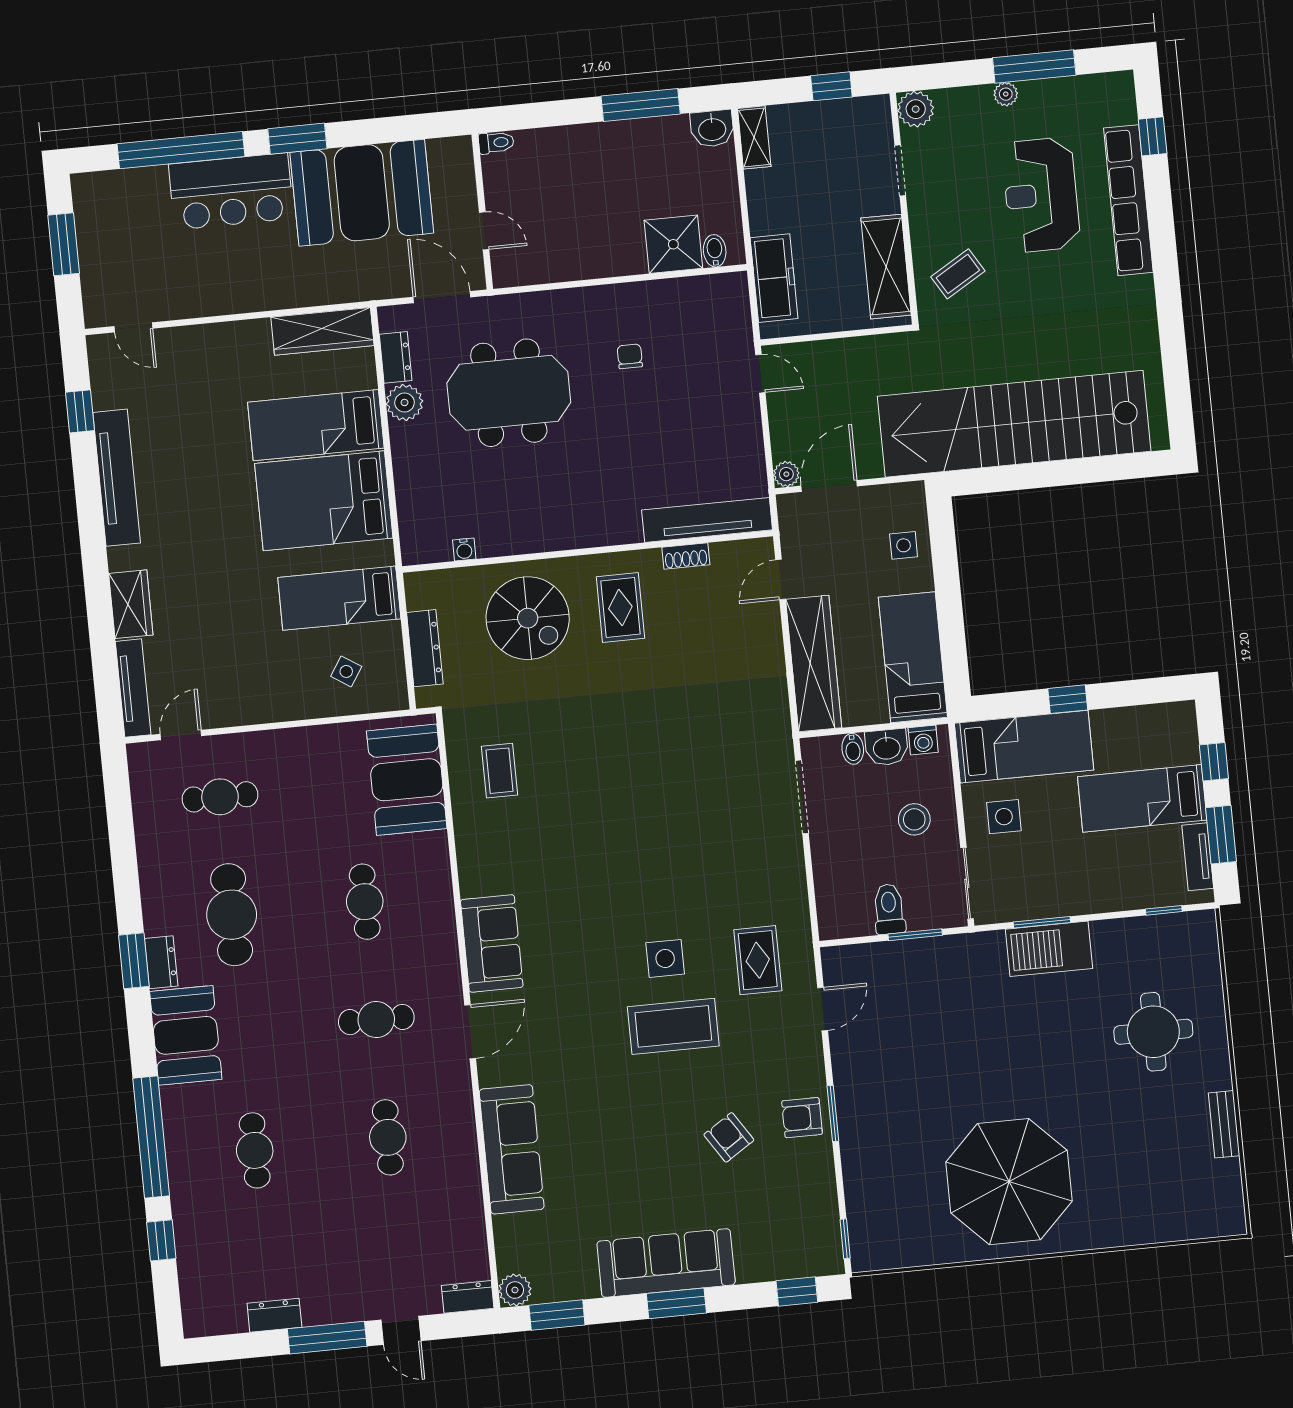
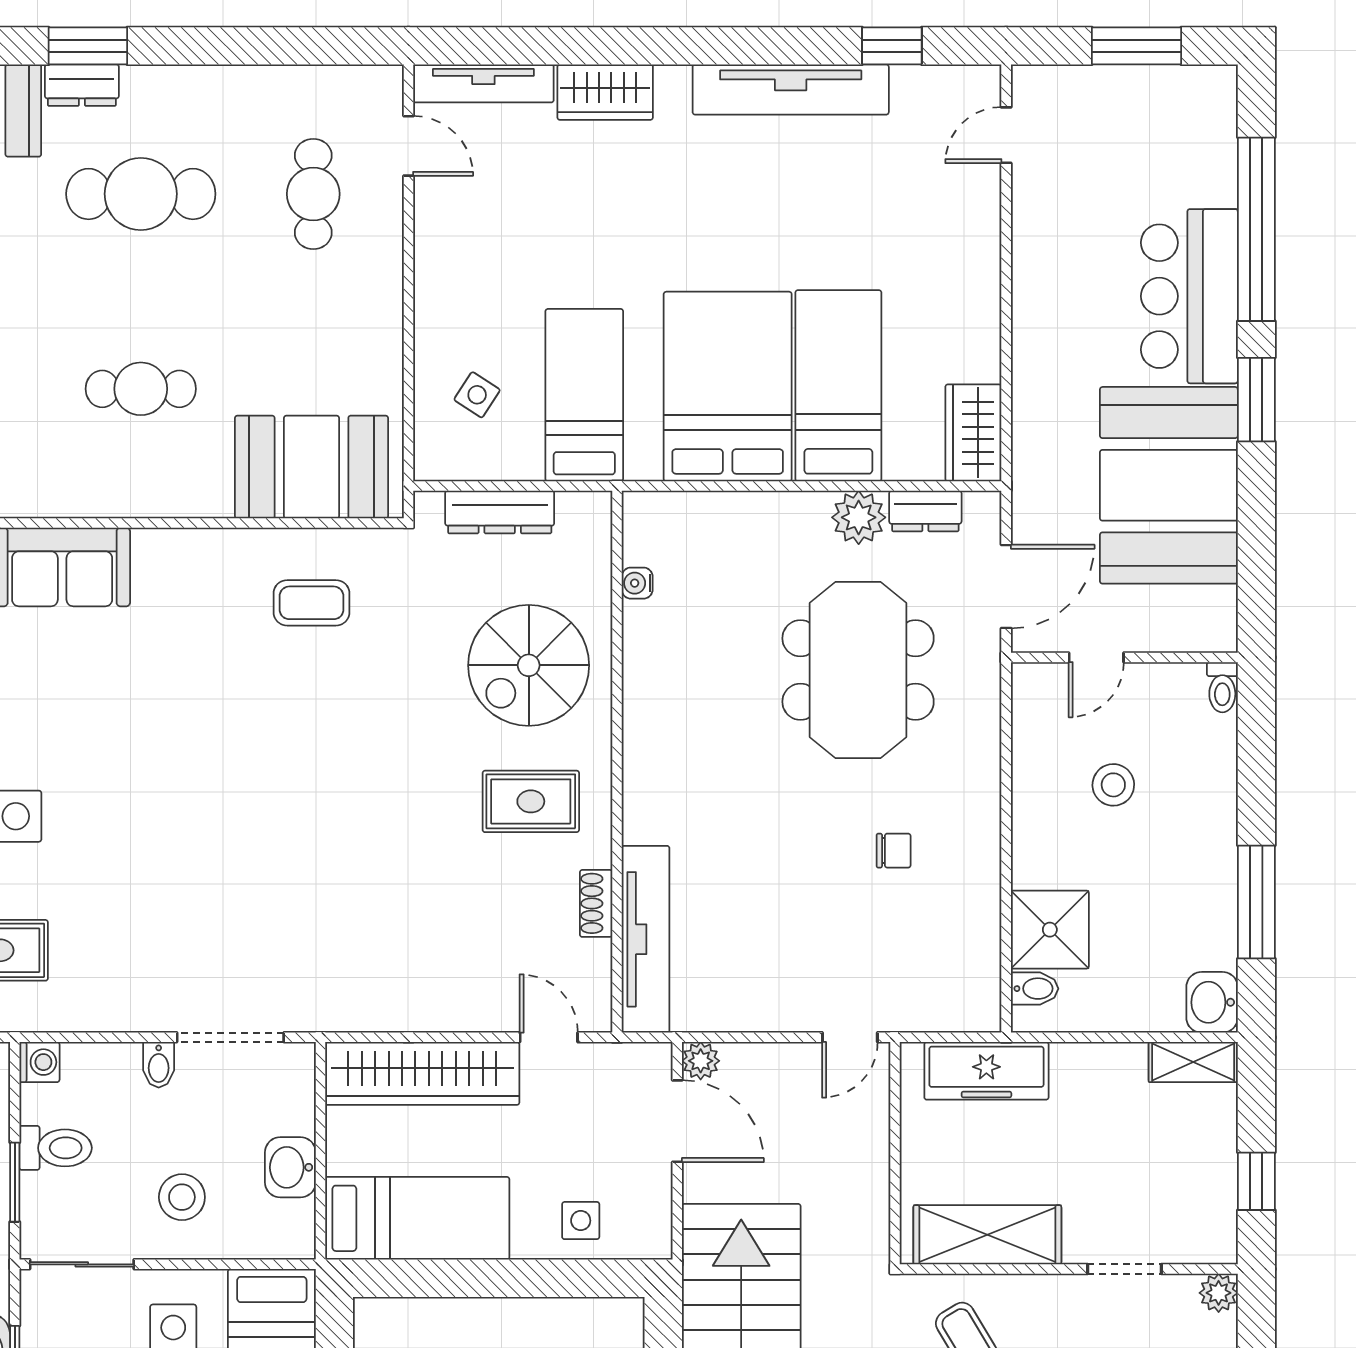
plant: (916, 109) -> (1219, 1293), width x0.73, depth x0.73
stool: (570, 211) -> (1113, 785), added
wardrobe: (322, 331) -> (973, 433), width x0.67
washing machine: (923, 740) -> (39, 1062), moved, turned 180
bidet: (853, 749) -> (159, 1065), moved, turned -90

